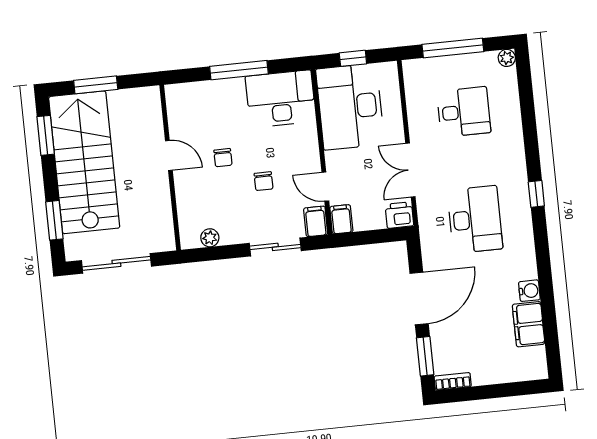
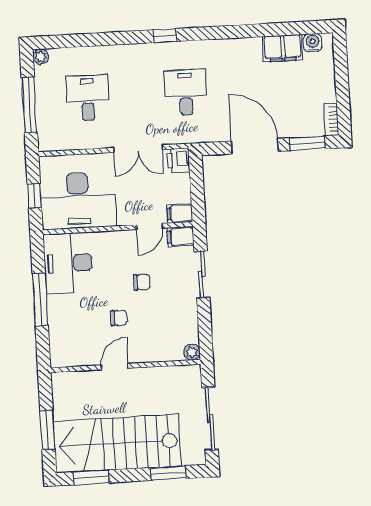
desk: (475, 219) -> (186, 92), width x0.73
plant: (210, 238) -> (192, 352), moved
water cooler: (529, 291) -> (313, 43), moved

